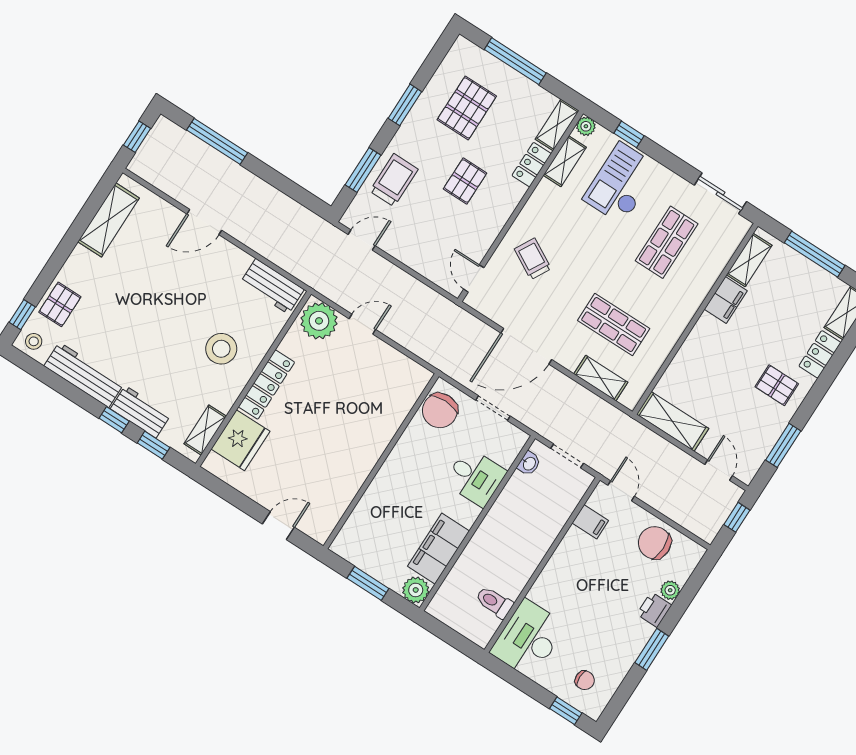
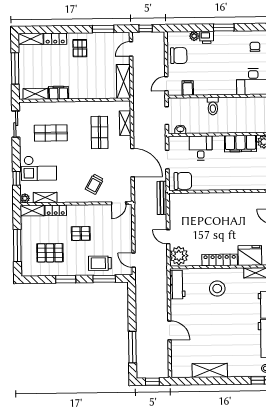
shelving: (109, 220) -> (210, 370), moved
pallet: (60, 304) -> (243, 368), removed
bench: (435, 357) -> (162, 198), added
chair: (655, 543) -> (179, 56), turned -90
toilet: (494, 602) -> (213, 106), moved

